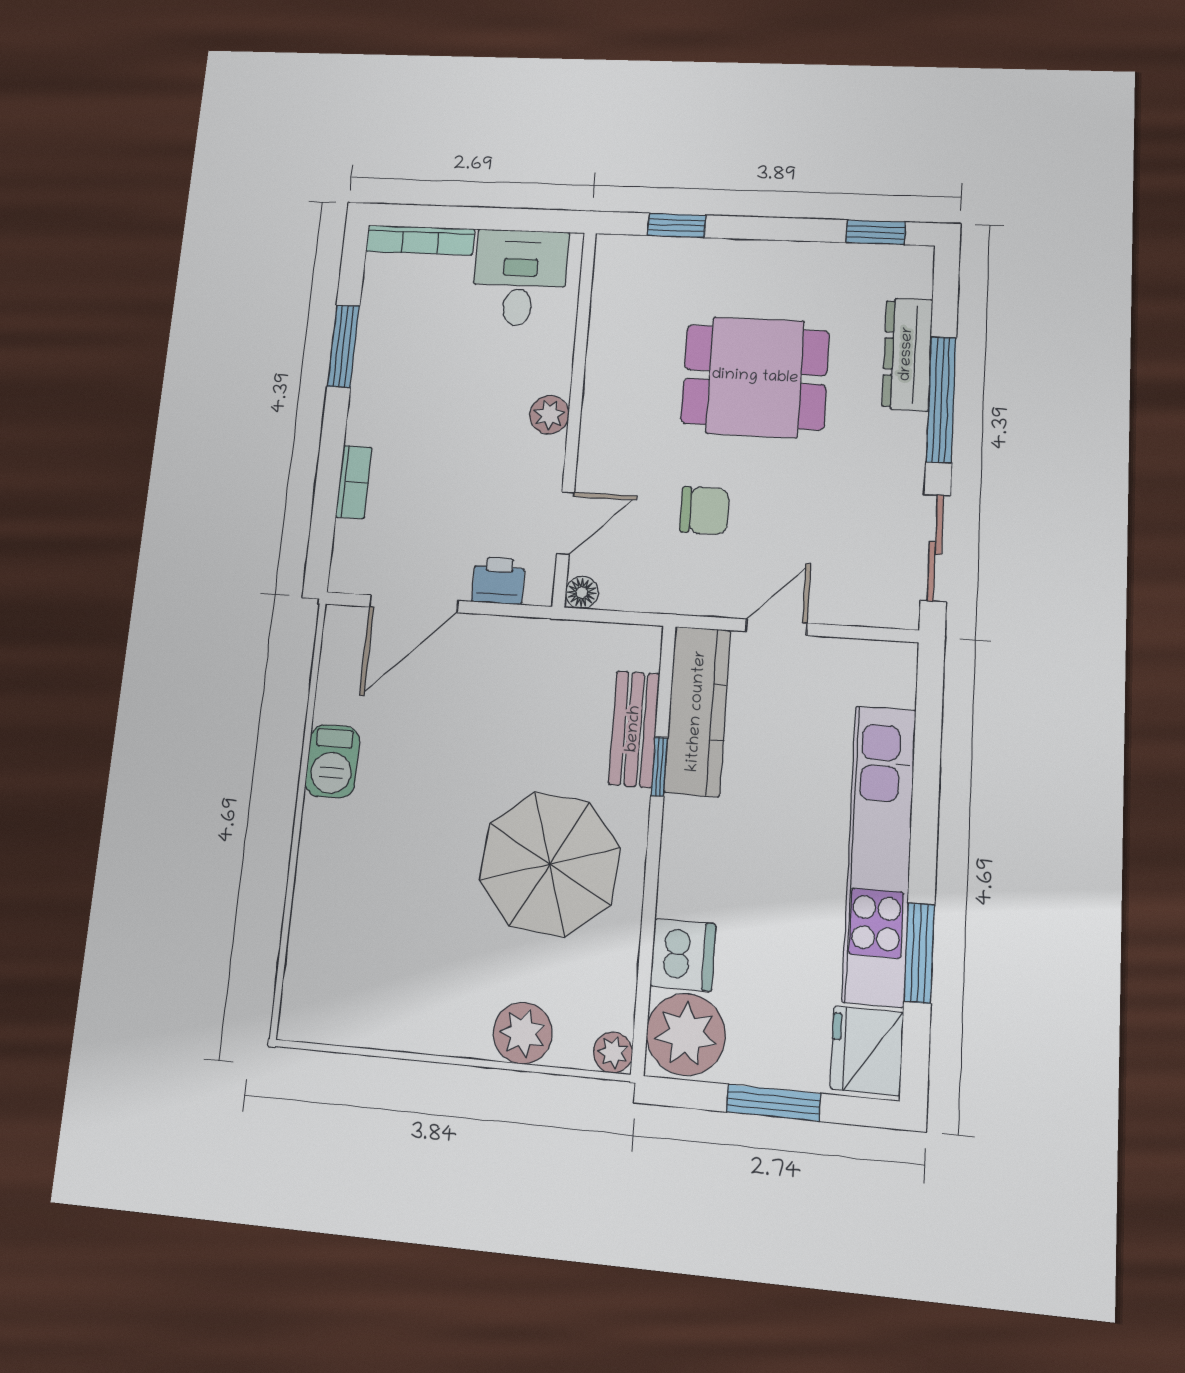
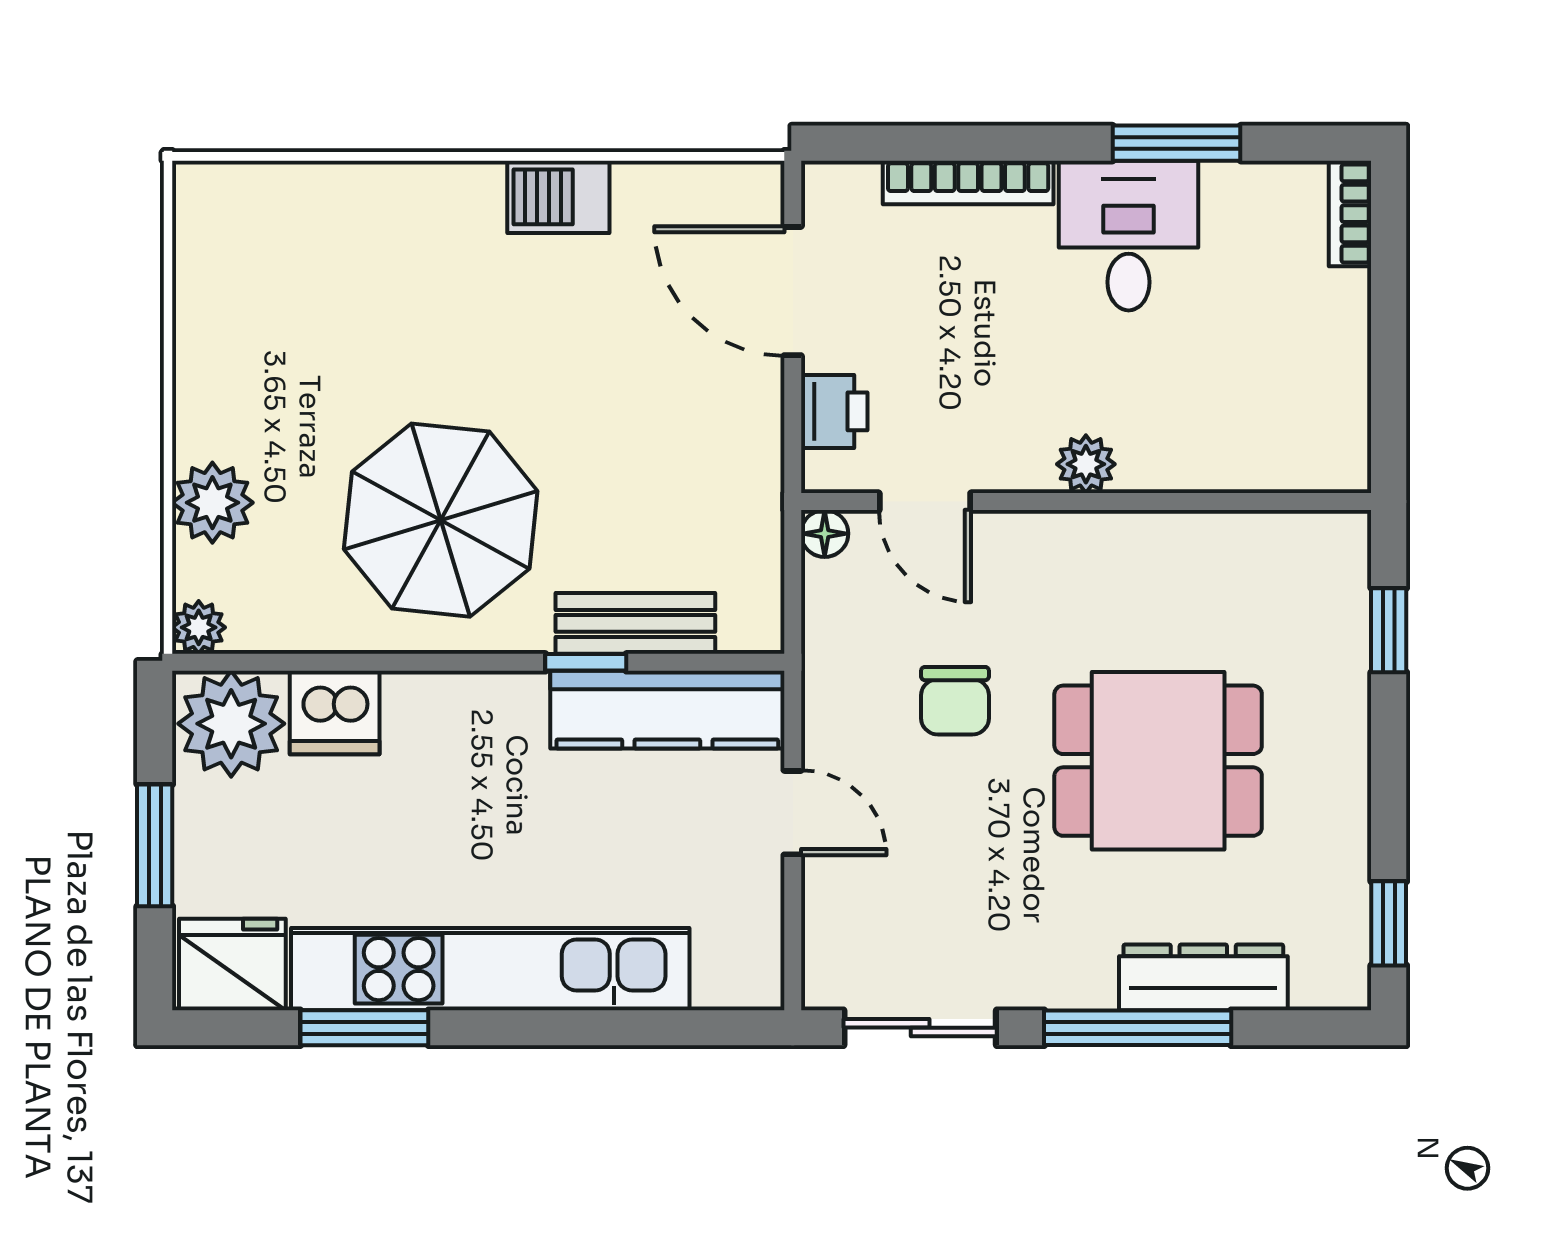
bookcase: (420, 240) -> (1350, 214), width x0.64
desk: (520, 278) -> (1129, 236), moved, turned -90
dining table: (755, 377) -> (1158, 761), turned 90
bookcase: (354, 482) -> (968, 182), width x1.56

